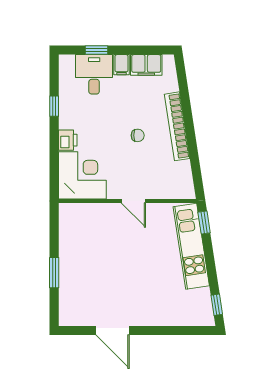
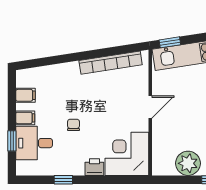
filing cabinet: (146, 65) -> (26, 95), width x0.50
bookcase: (177, 126) -> (111, 63), moved
chair: (138, 135) -> (73, 125), moved
plant: (72, 242) -> (188, 163), added

